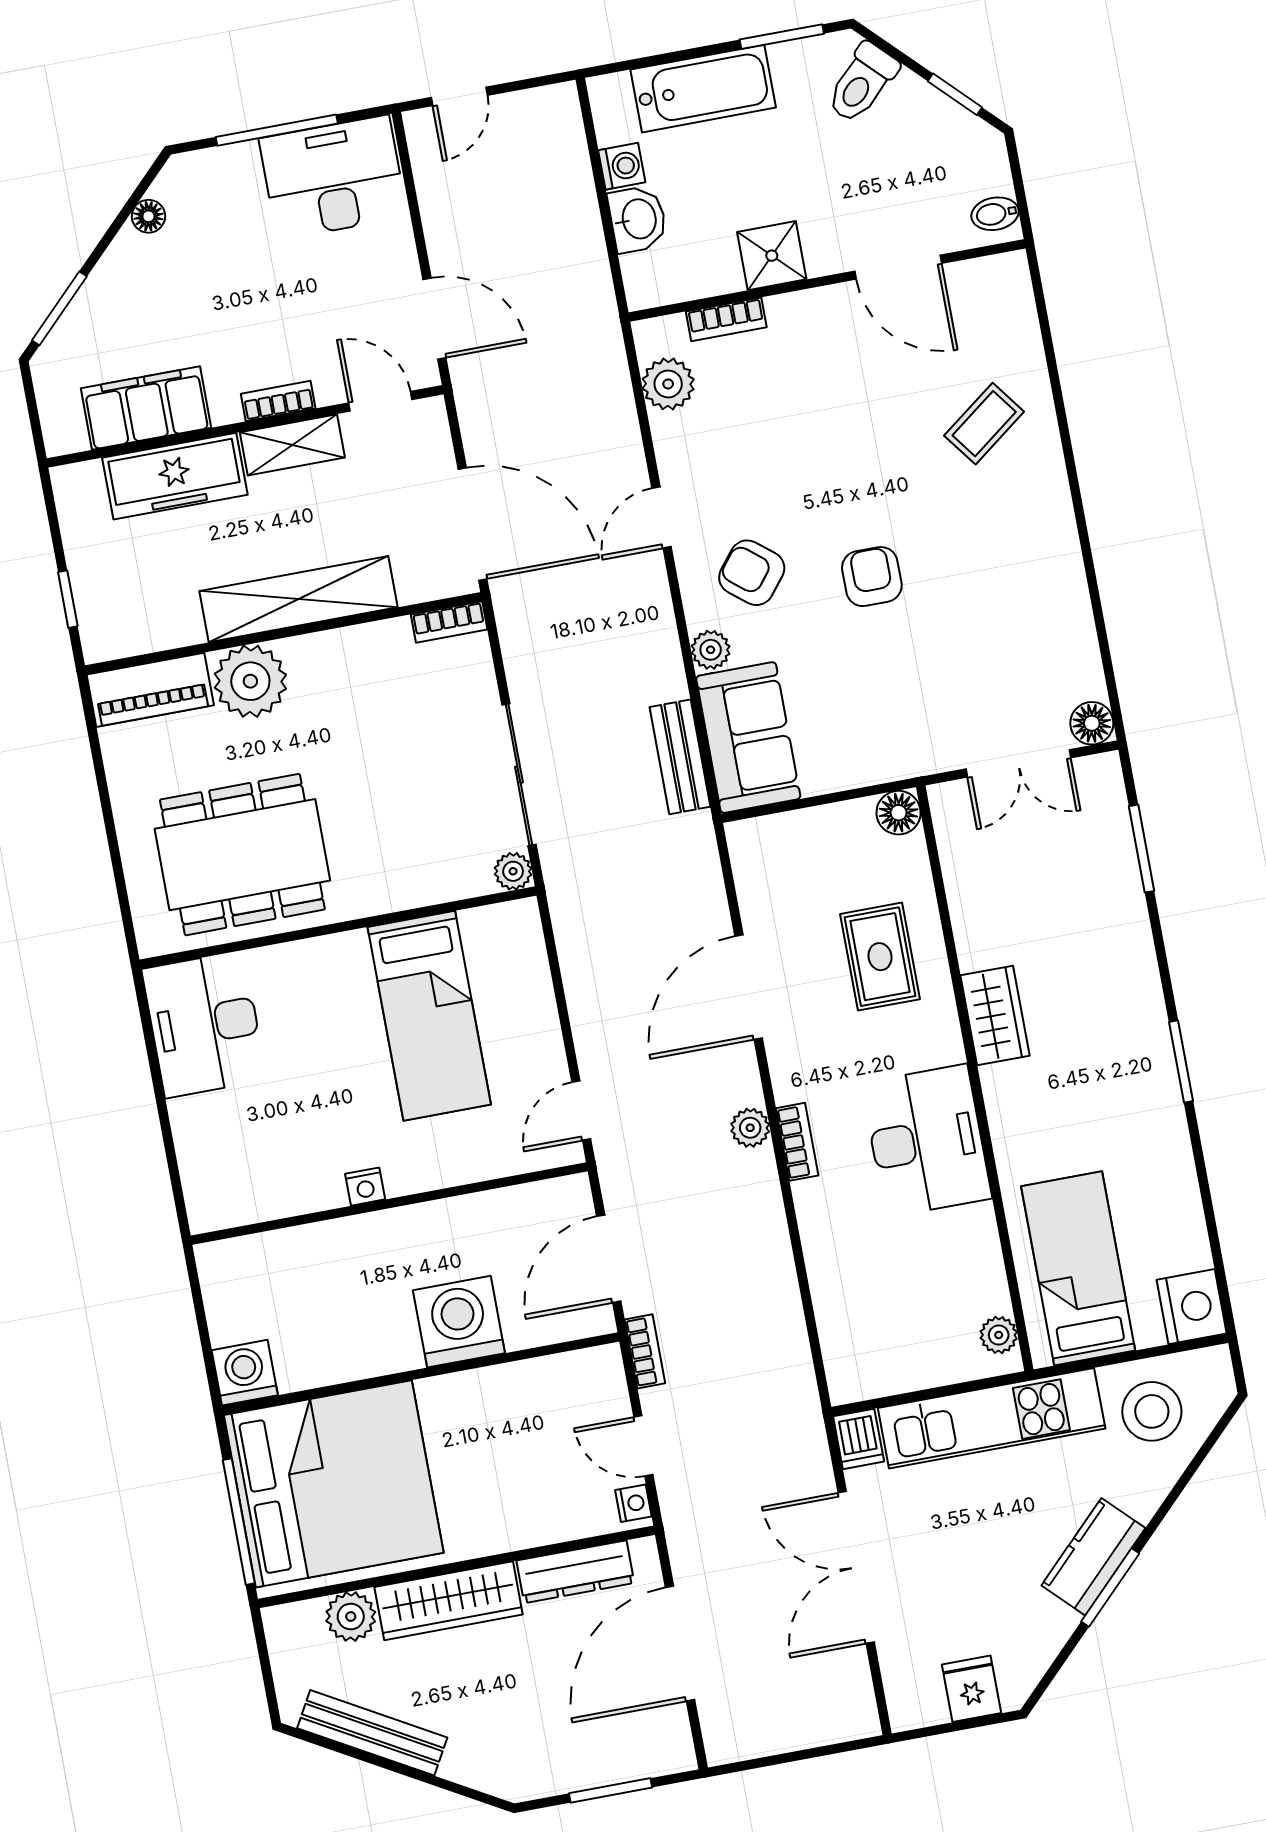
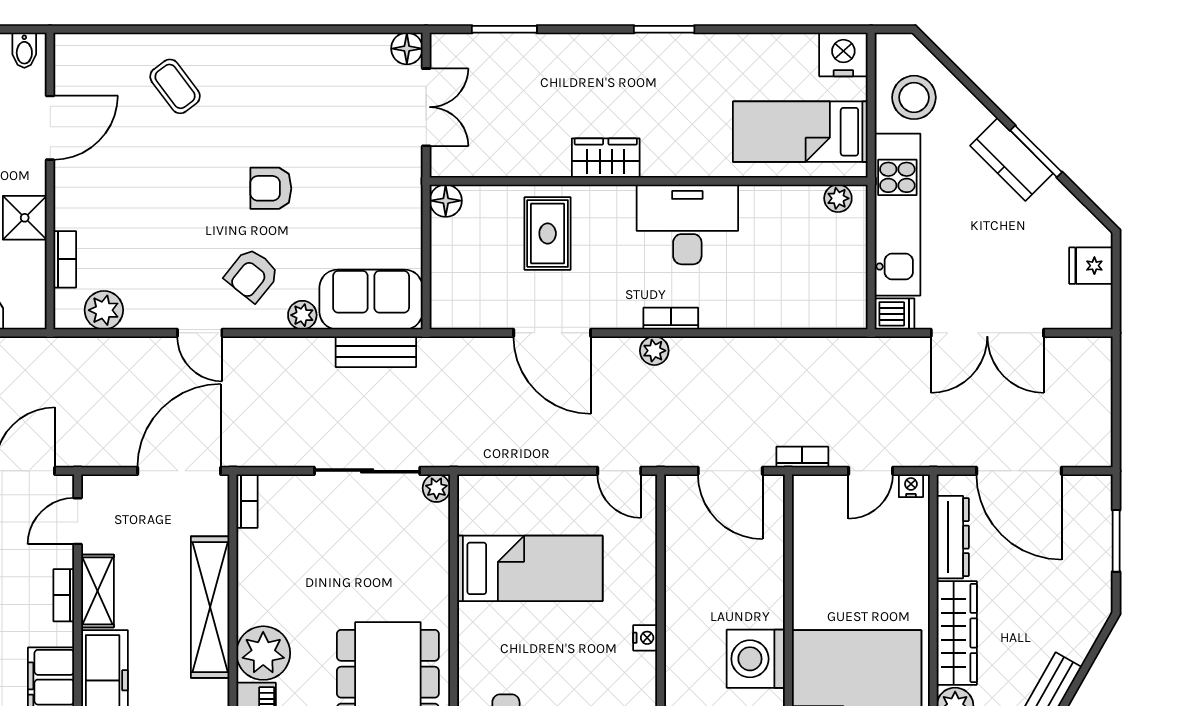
rug: (880, 957) -> (548, 233), turned 90
washing machine: (459, 1322) -> (756, 659), moved

